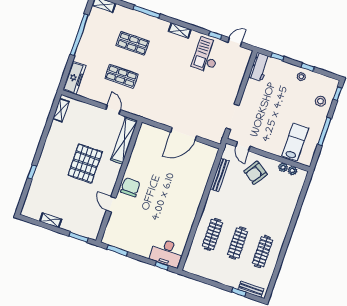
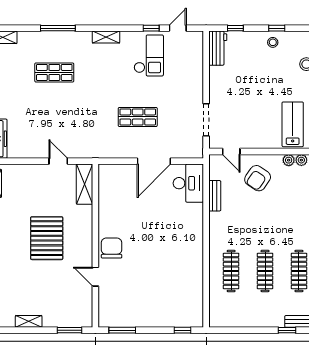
checkout: (207, 55) -> (149, 55), turned 180
shop shelf: (121, 76) -> (138, 117), moved
shelving: (124, 140) -> (84, 184), width x0.68
bench: (220, 175) -> (215, 196), width x0.73
desk: (167, 253) -> (188, 183), moved, turned -90

